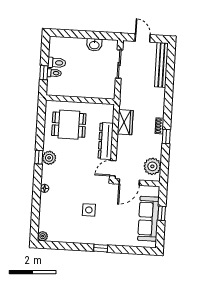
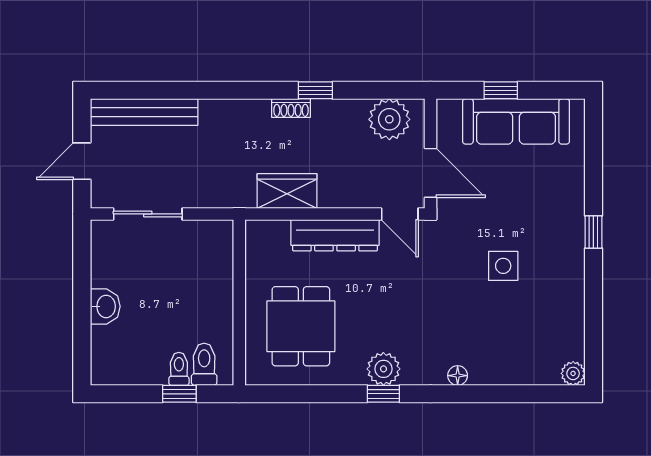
washbasin: (94, 45) -> (105, 306), moved
toilet: (57, 63) -> (204, 364), moved

